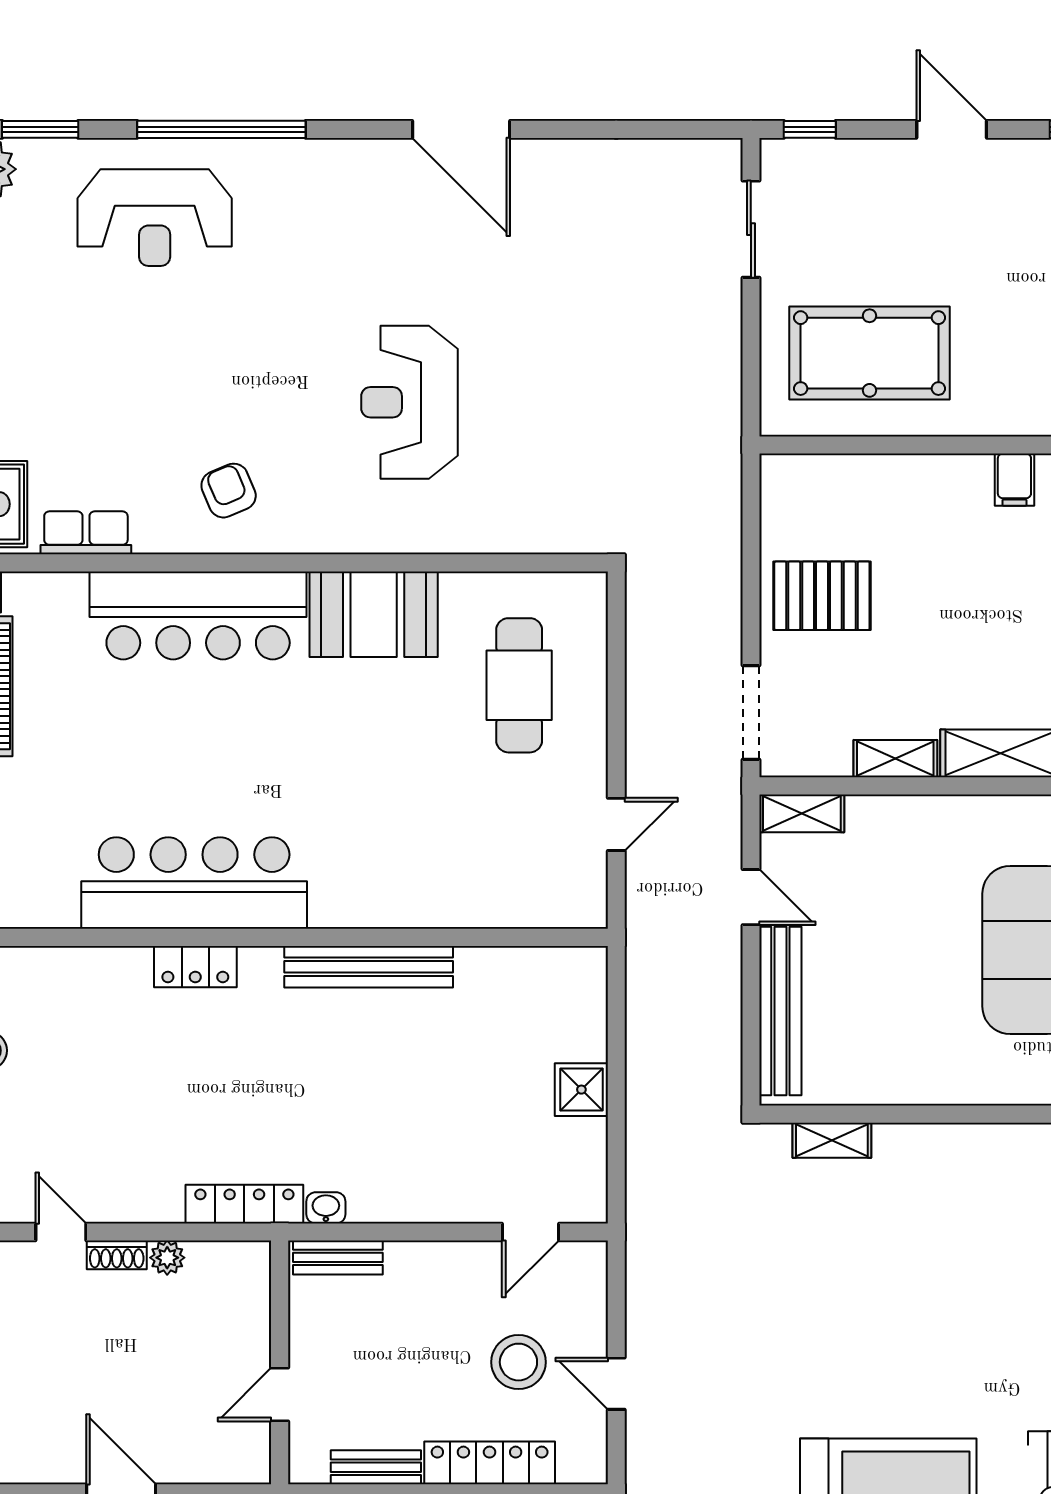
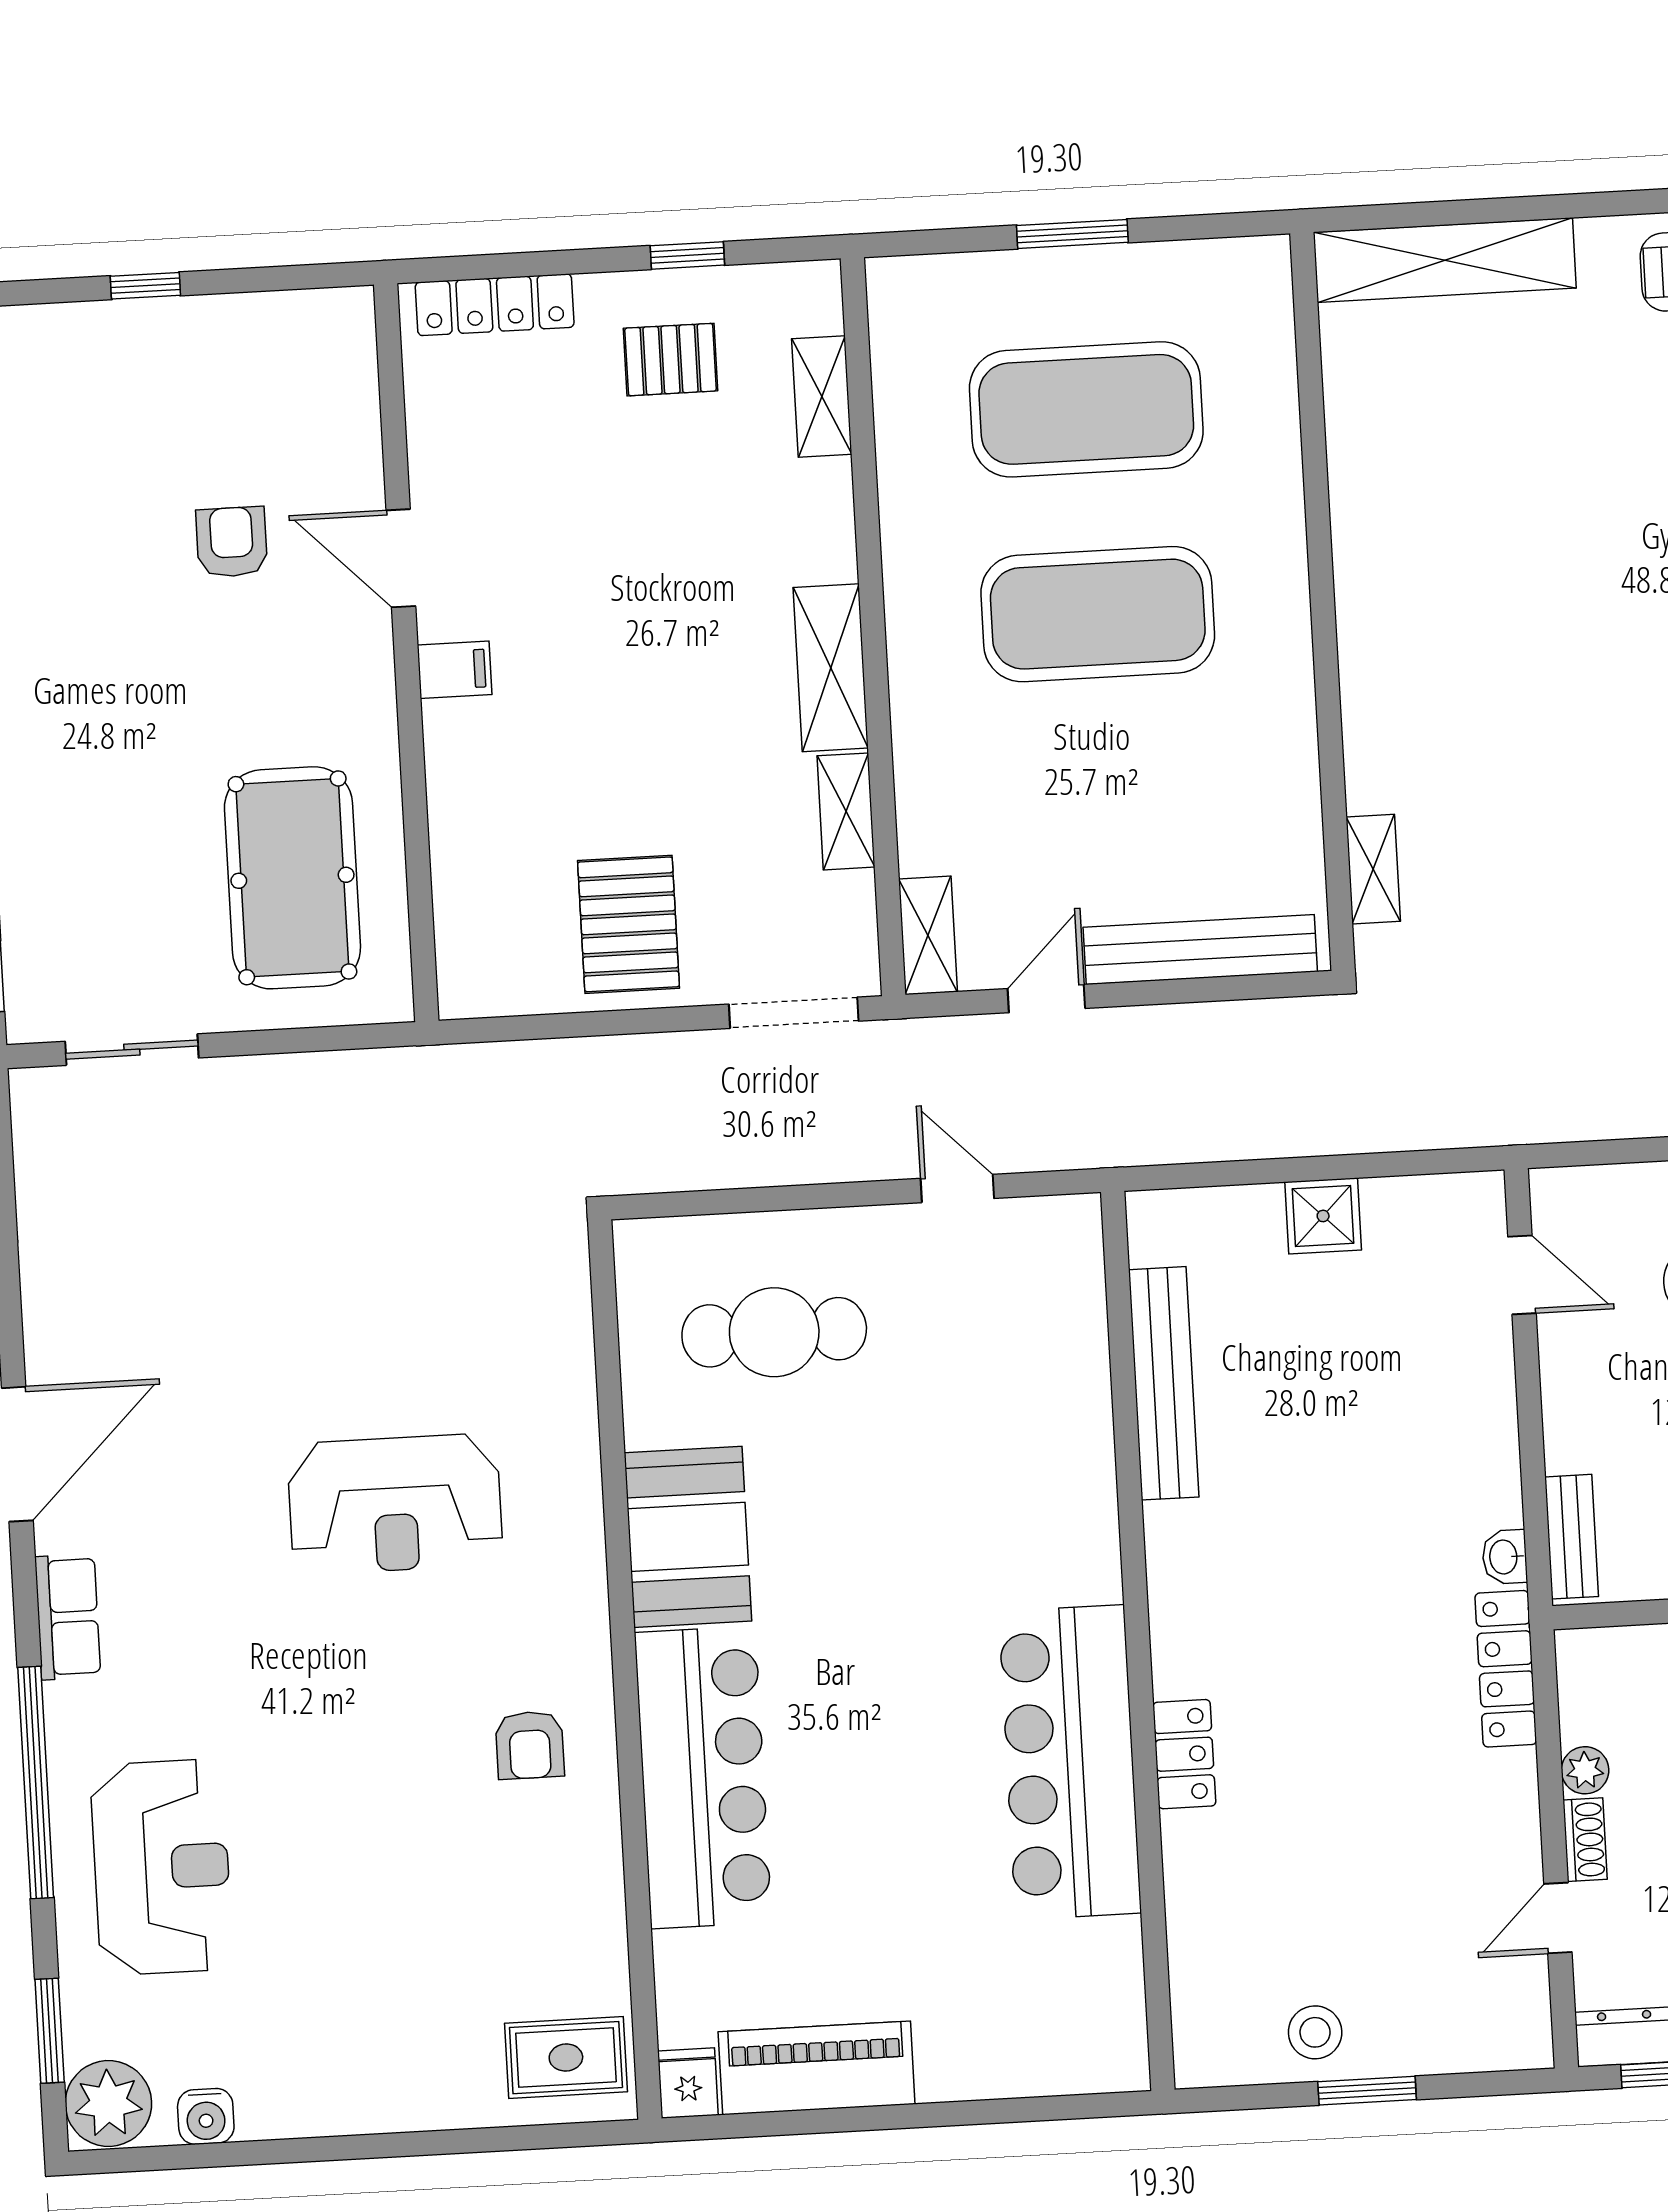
armchair: (229, 491) -> (530, 1745), turned -67
row of seats: (86, 533) -> (68, 1617), moved, turned 180
bench: (369, 967) -> (1164, 1383), moved

